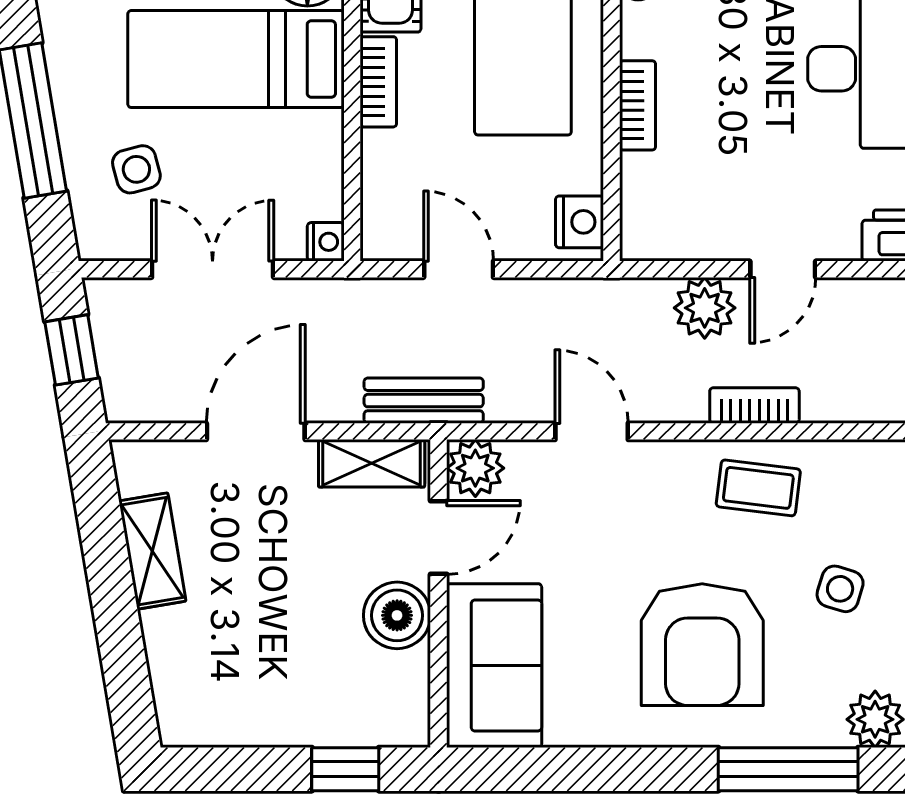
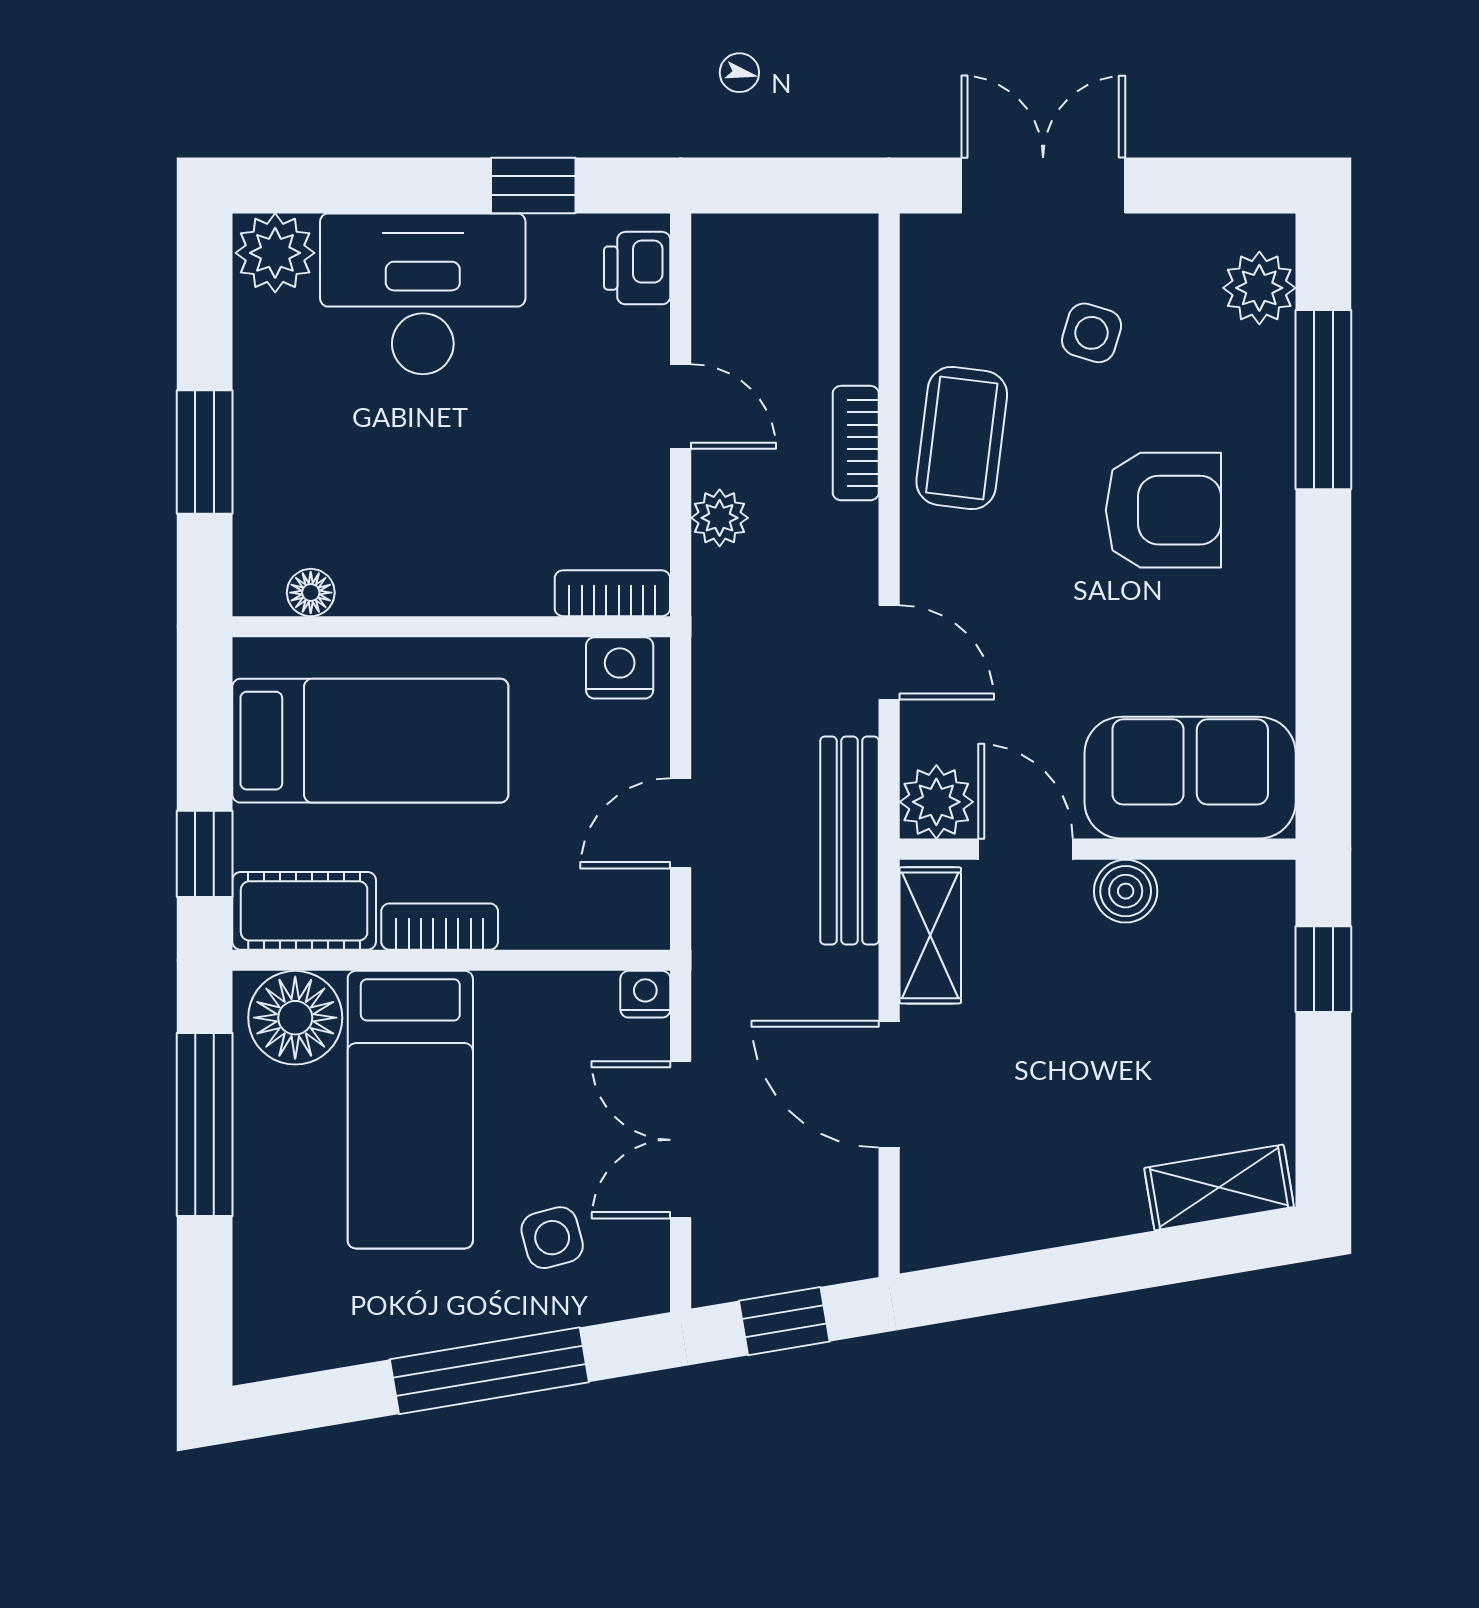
bookcase: (638, 105) -> (612, 593), moved
plant: (705, 308) -> (720, 518), width x0.73, depth x0.73
bench: (424, 401) -> (849, 841), width x1.36
door: (592, 431) -> (889, 652), swing flipped
coffee table: (758, 488) -> (962, 438), width x1.36, depth x1.30
shelving: (152, 551) -> (1219, 1187), moved
boiler: (397, 615) -> (1126, 891), width x0.73, depth x0.73
armchair: (702, 645) -> (1163, 510), width x0.73, depth x0.73

